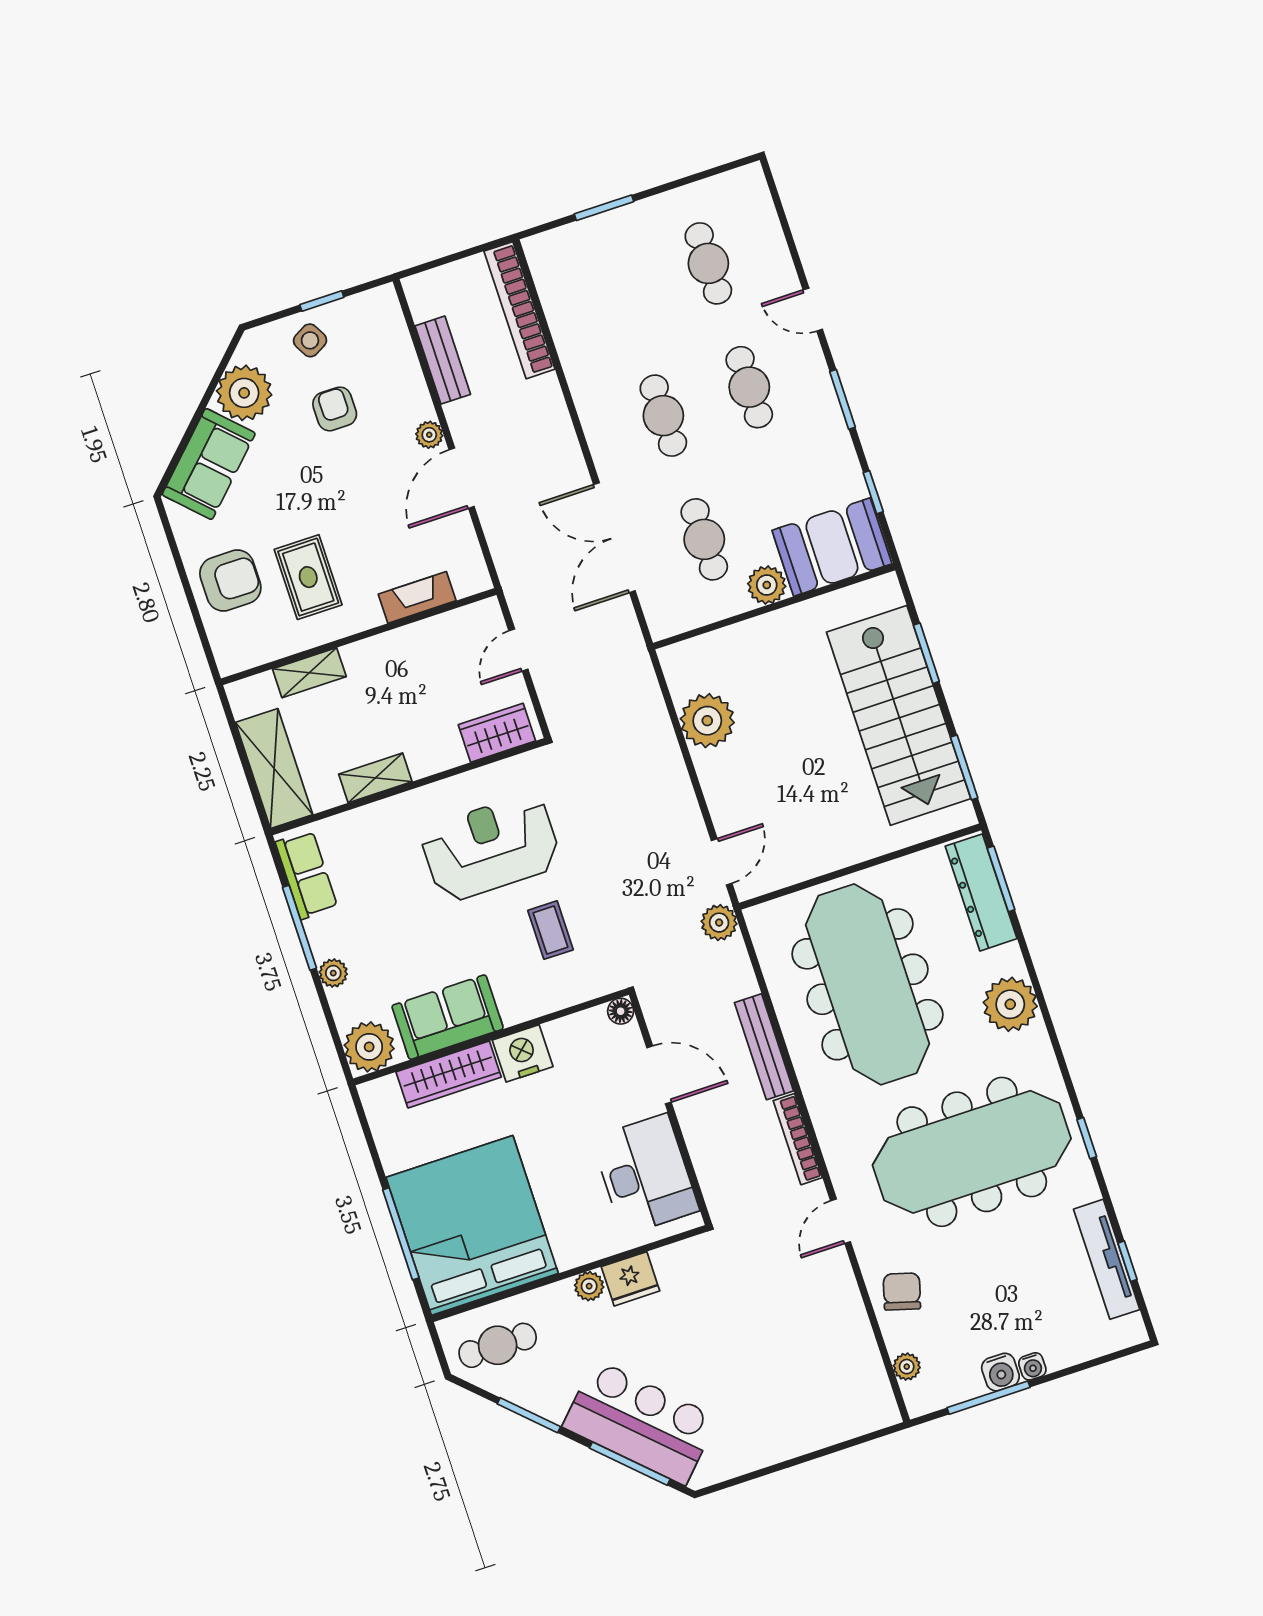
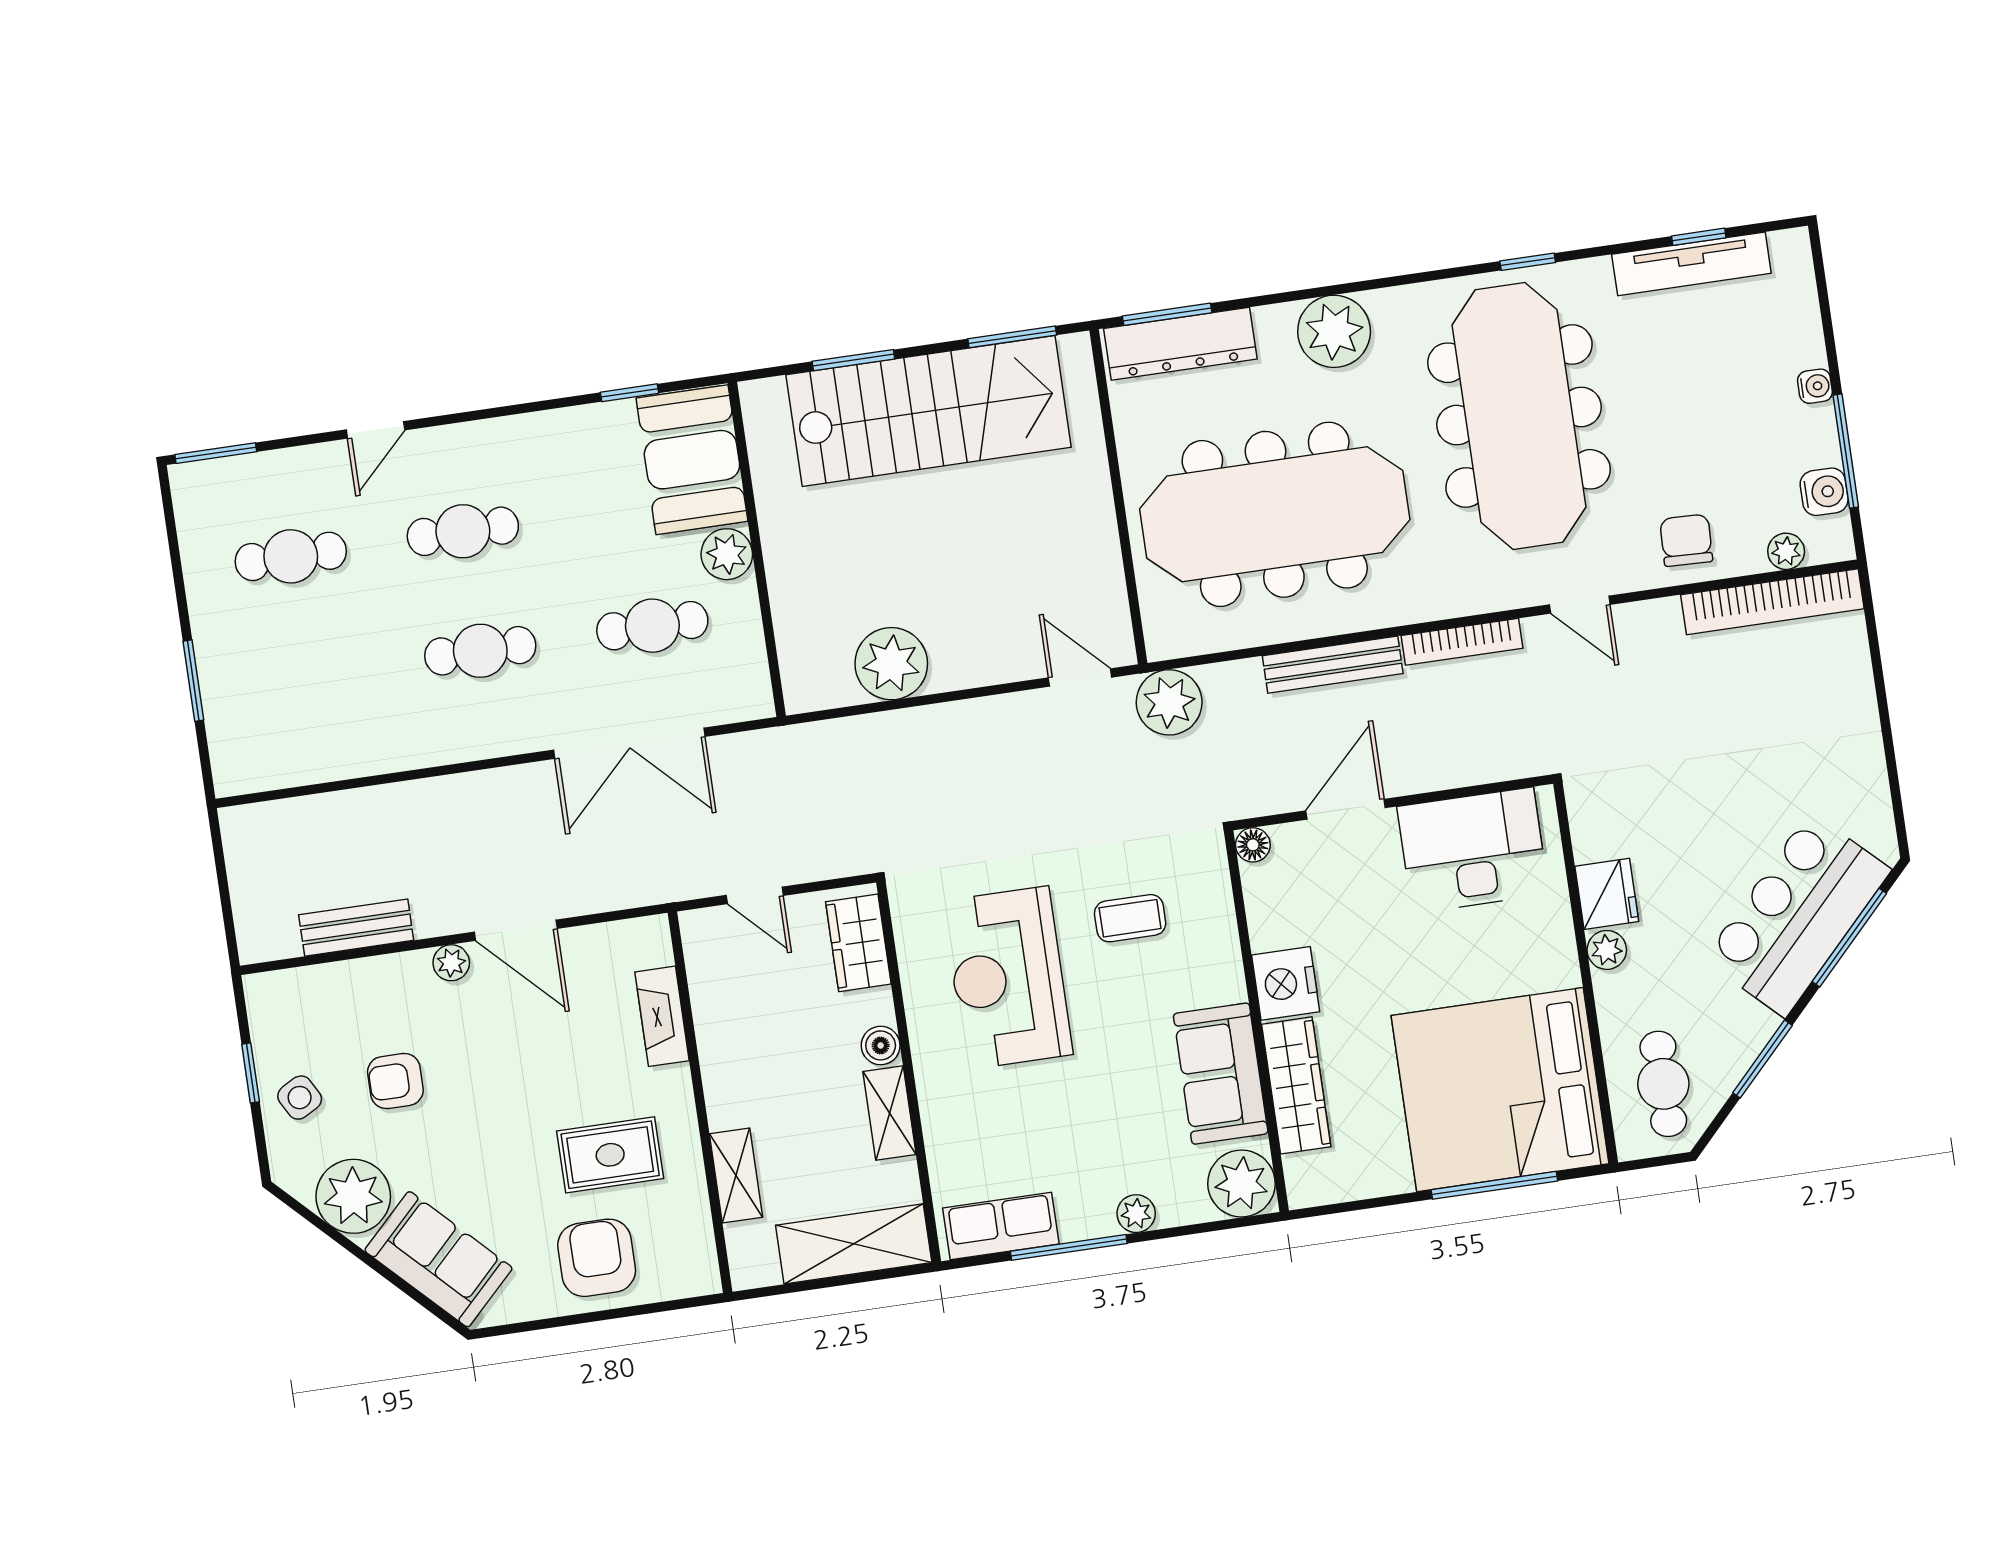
bookcase: (519, 310) -> (1772, 602), moved
window: (842, 399) -> (216, 453), moved
boiler: (424, 763) -> (881, 1045), added
plant: (719, 923) -> (1169, 702), width x1.36, depth x1.36
chair: (902, 1291) -> (1686, 540), turned 76
water cooler: (1000, 1372) -> (1824, 492), moved

